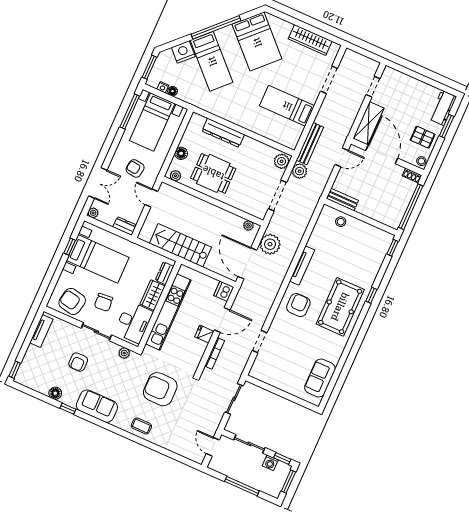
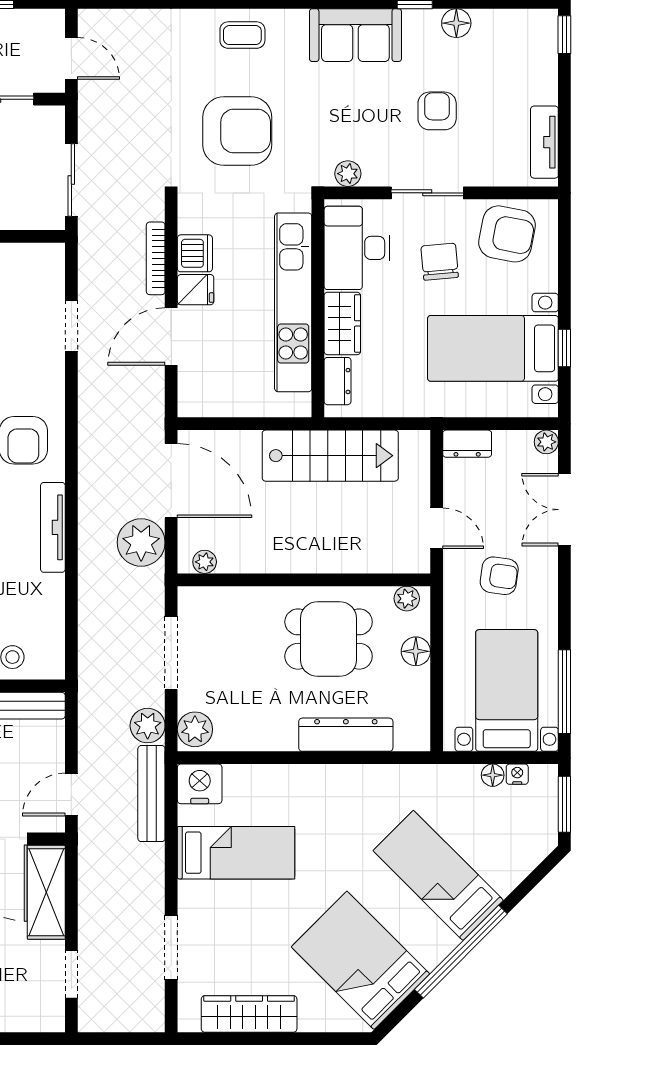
nightstand: (183, 52) -> (200, 784), moved, turned -135
dishwasher: (224, 291) -> (195, 253), moved

